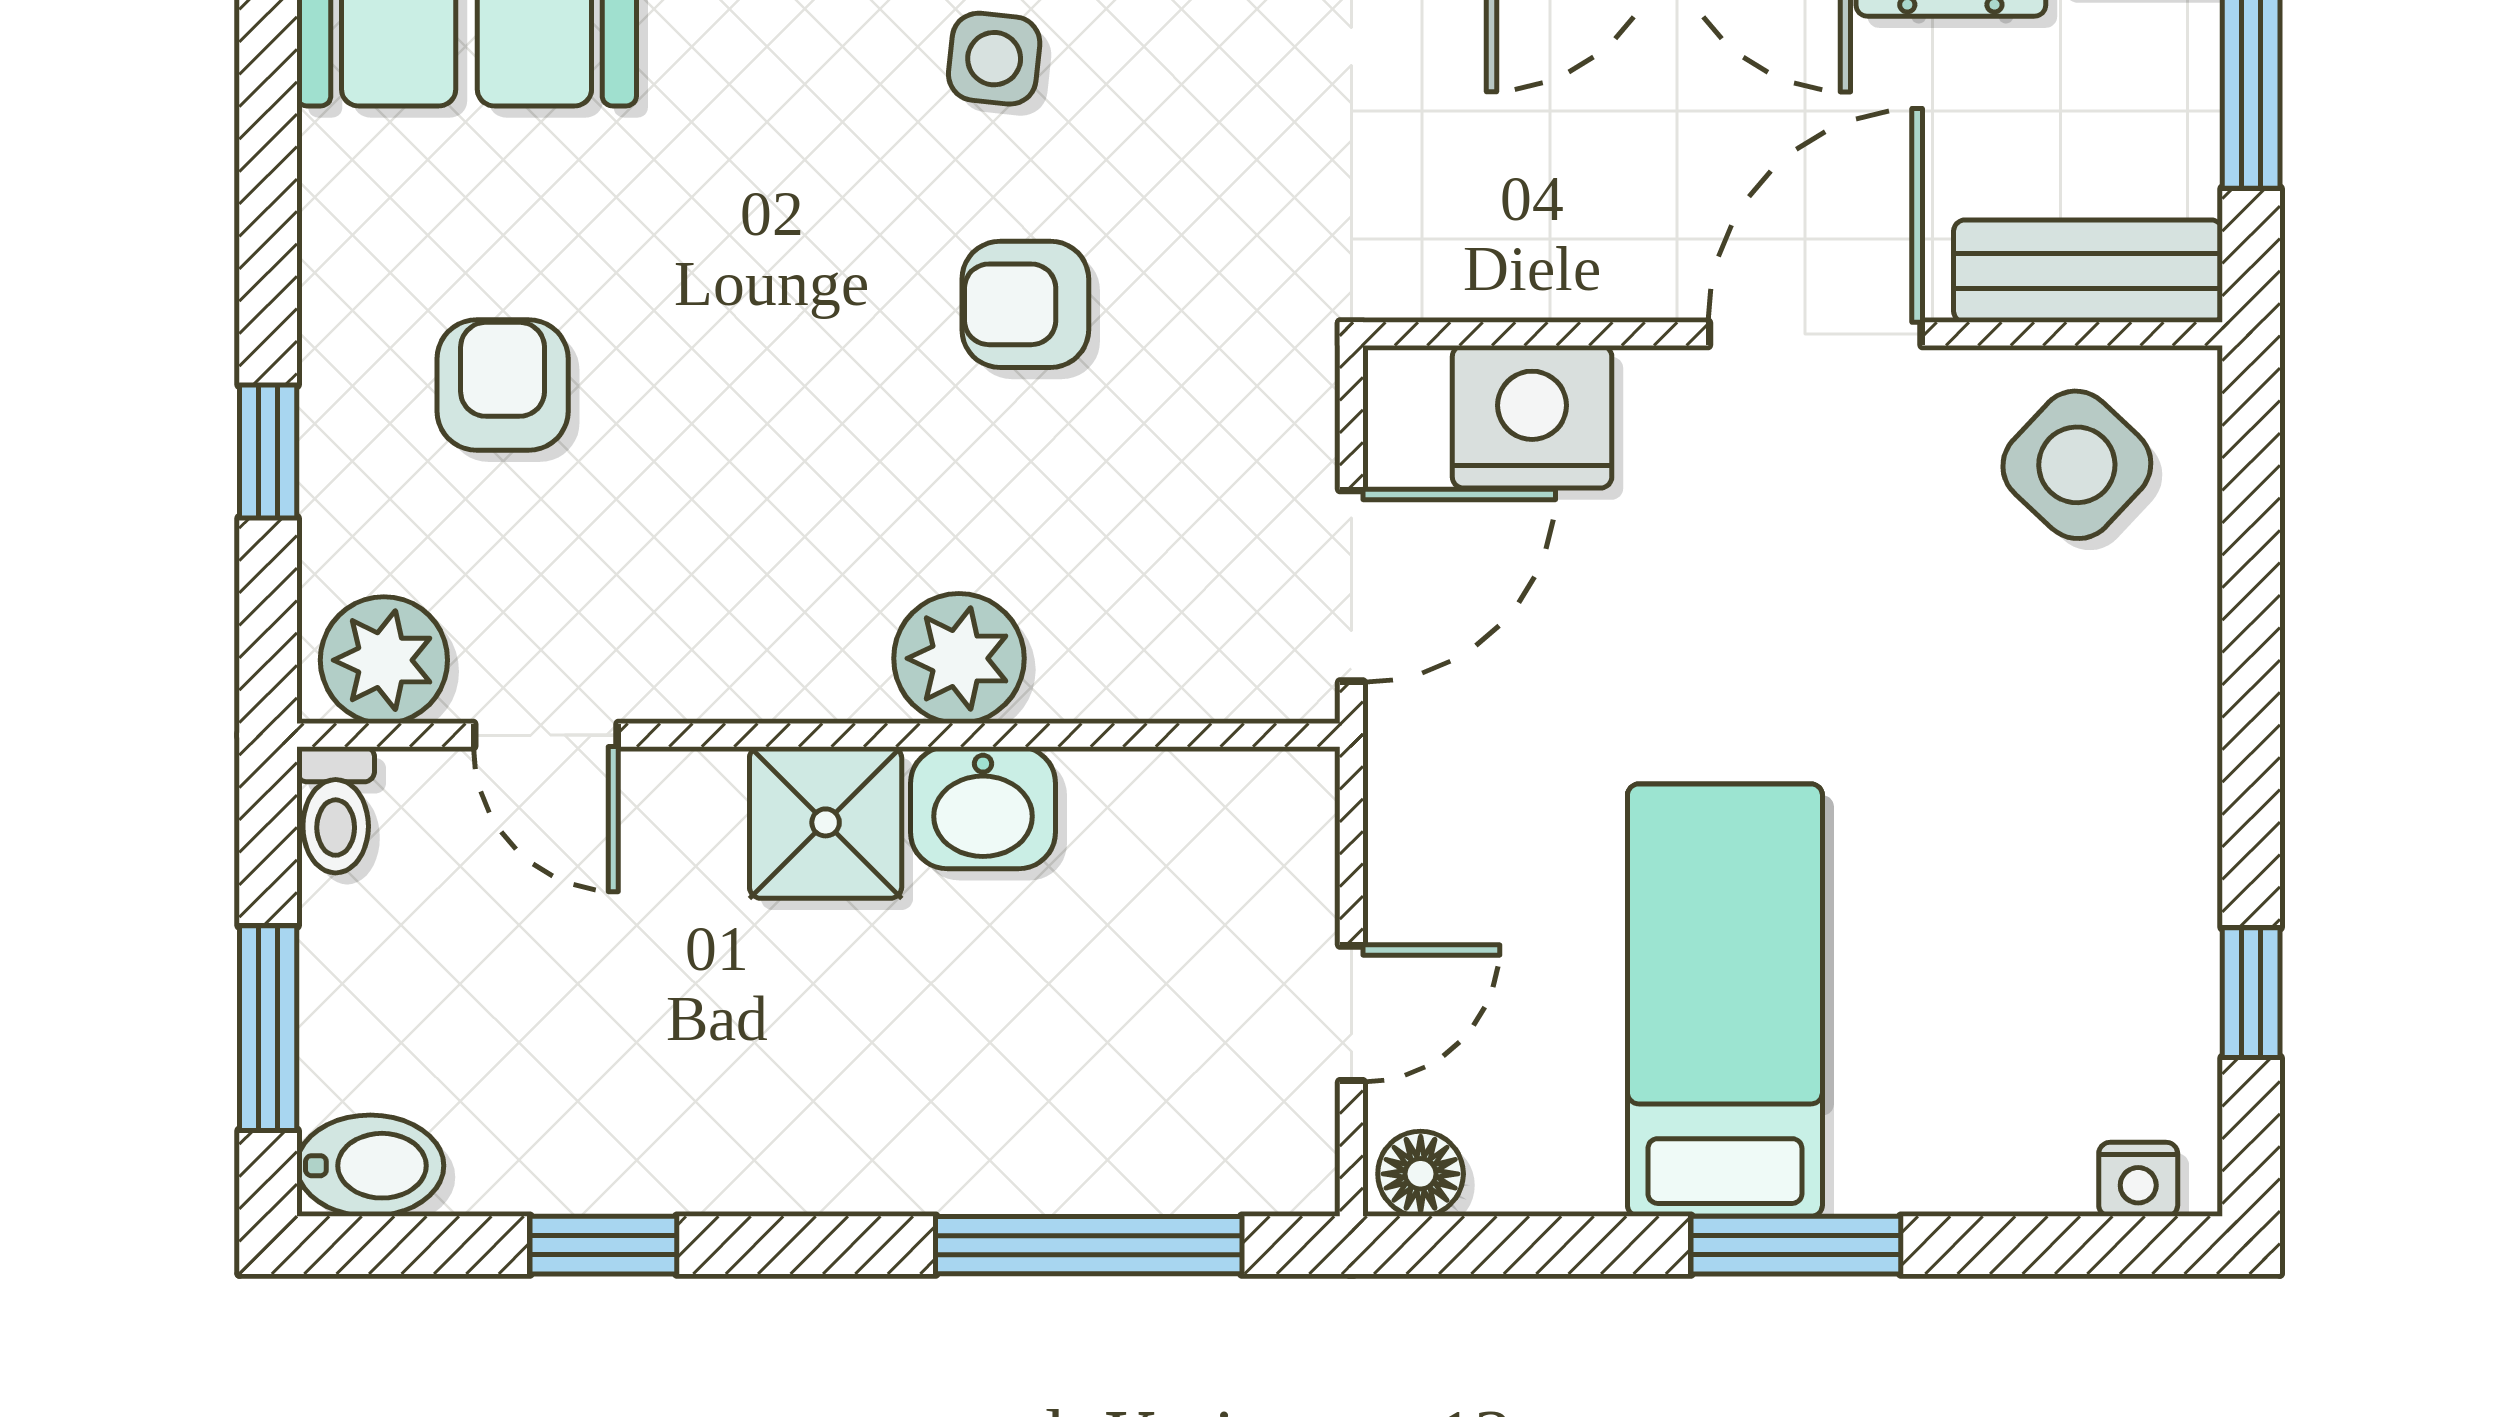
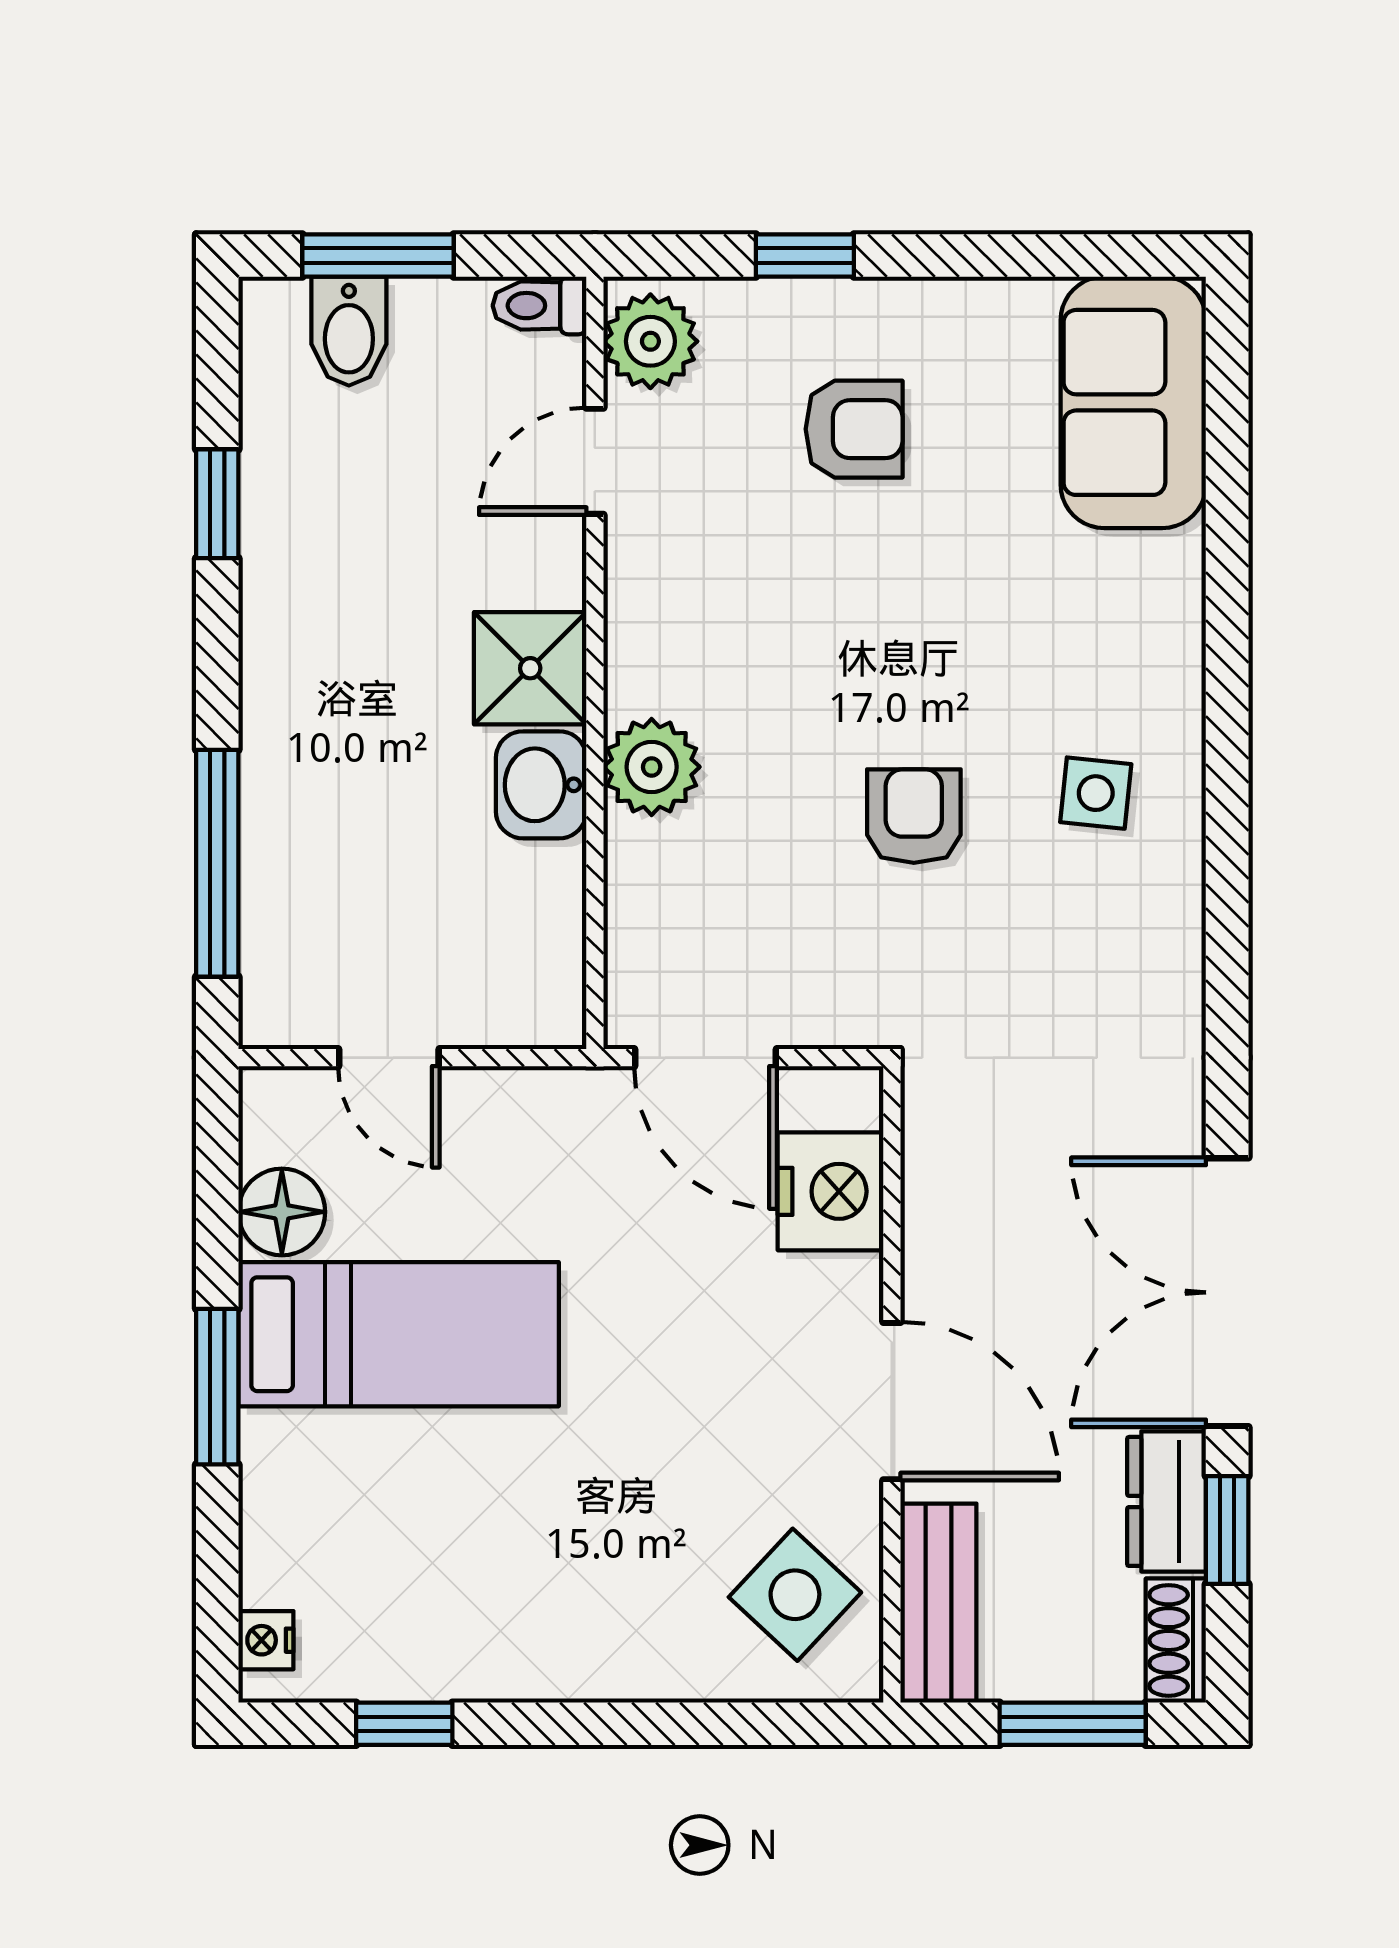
bidet: (370, 1166) -> (349, 331), moved
floor lamp: (1421, 1174) -> (282, 1212), moved, width x1.37, depth x1.37

